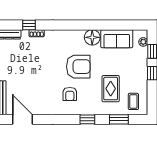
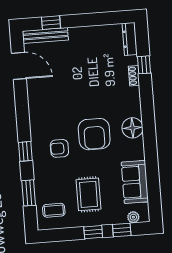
floor lamp: (92, 37) -> (132, 128), moved
rug: (111, 89) -> (88, 194), moved, turned 90
armchair: (70, 94) -> (59, 148), moved
door: (23, 119) -> (19, 66), hinge flipped

